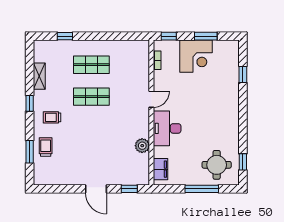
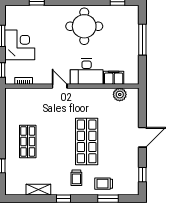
shop shelf: (91, 97) -> (87, 141), moved, width x1.43, depth x1.36
plant: (142, 146) -> (120, 95), moved
round table: (217, 165) -> (84, 26), moved, width x1.36, depth x1.36
filing cabinet: (160, 169) -> (114, 78), moved
window: (129, 189) -> (142, 175), moved

